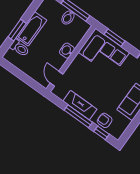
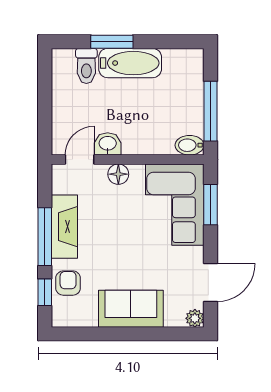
bidet: (68, 17) -> (190, 145), moved
washbasin: (67, 51) -> (108, 144), moved
floor lamp: (74, 67) -> (118, 174), added

